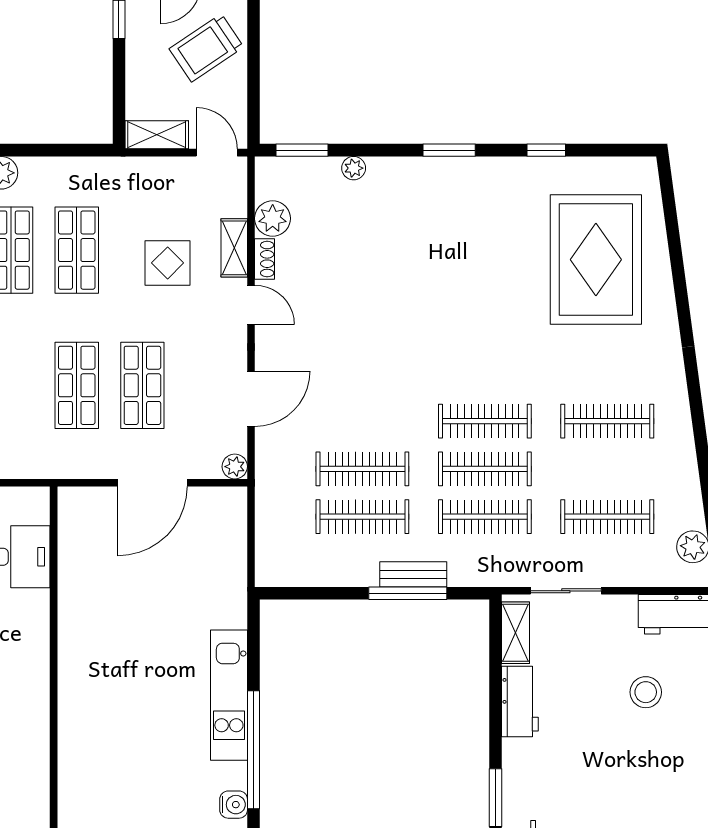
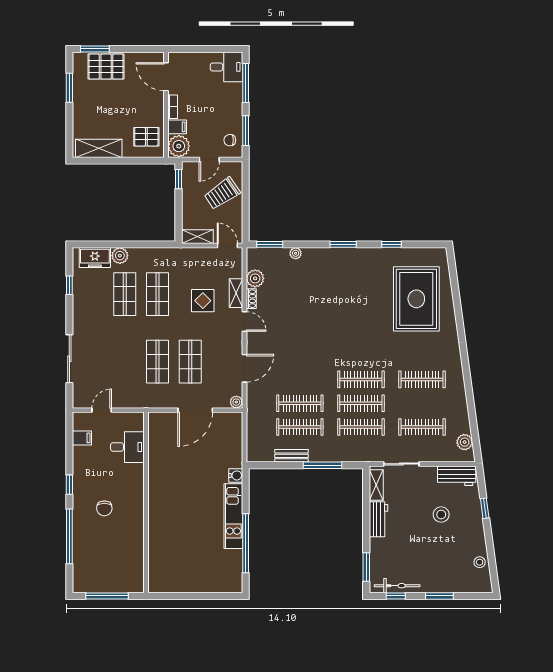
bench: (413, 574) -> (292, 456), moved
water cooler: (234, 805) -> (236, 475), moved

